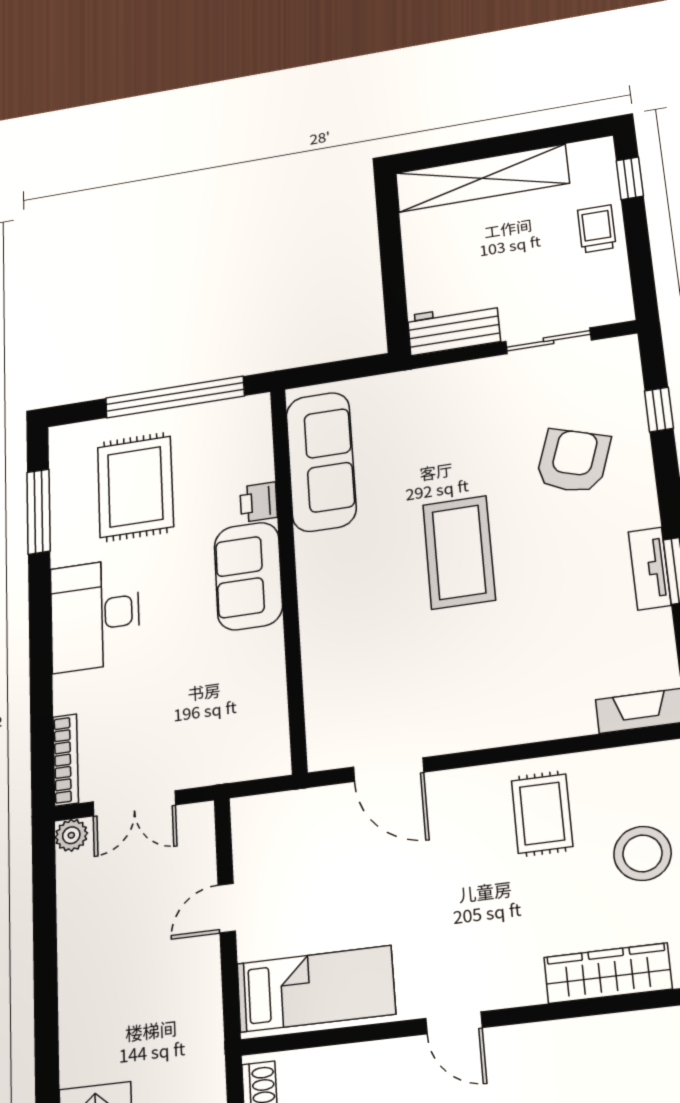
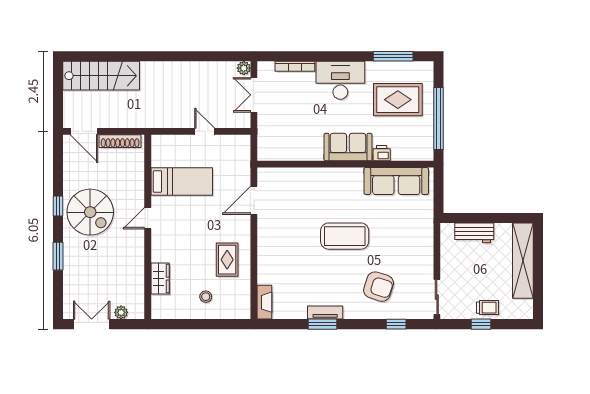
window: (630, 178) -> (481, 324), moved
workbench: (454, 329) -> (474, 233), moved, turned 90
sliding door: (548, 341) -> (437, 297), moved
bookcase: (66, 760) -> (295, 66), moved
rug: (542, 814) -> (227, 260), turned 90
stool: (642, 853) -> (206, 297), width x0.53, depth x0.53
wardrobe: (608, 973) -> (160, 279), width x0.67
bed: (316, 989) -> (182, 182), moved, turned -90

